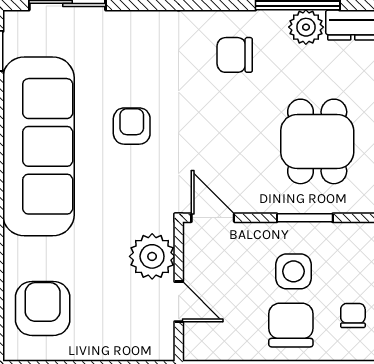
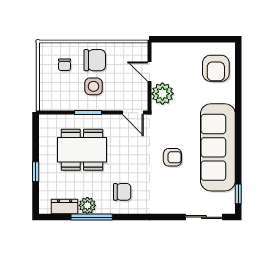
armchair: (132, 126) -> (172, 157), turned -90
dining table: (317, 141) -> (82, 150), width x1.38
chair: (291, 325) -> (95, 60), turned -90

